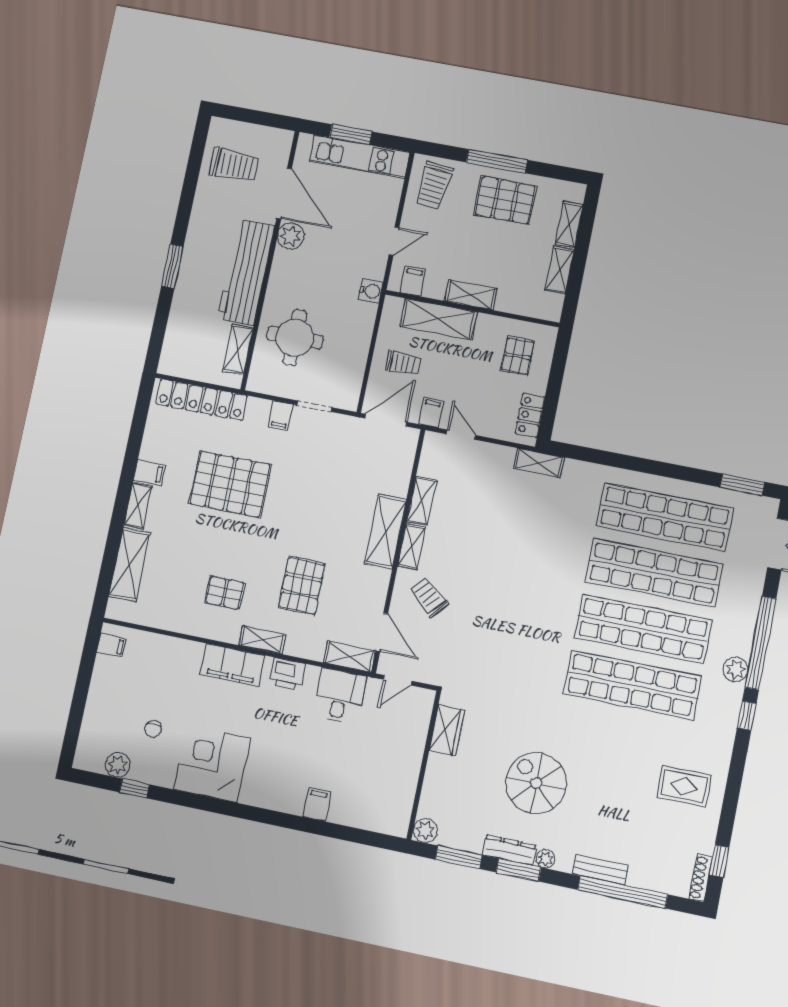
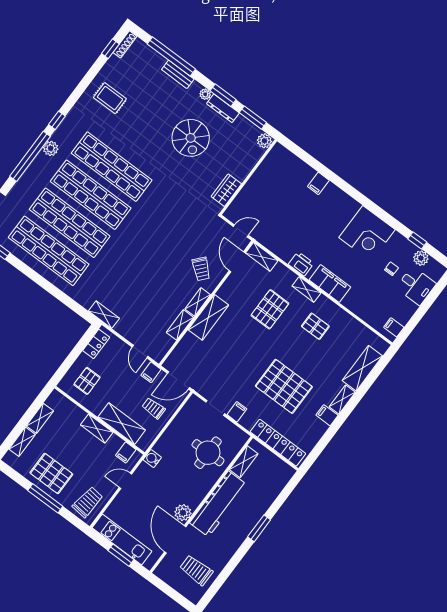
desk: (339, 696) -> (416, 286), moved, turned -90

